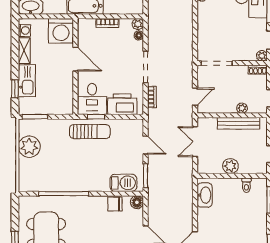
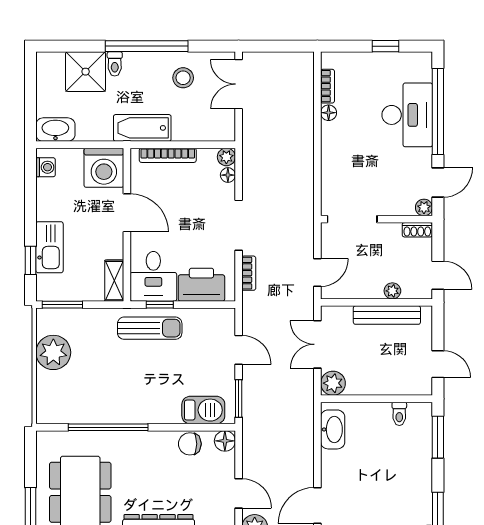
bookcase: (107, 23) -> (168, 155), width x1.56
shelving: (24, 51) -> (114, 281), moved
plant: (230, 166) -> (333, 383), moved

